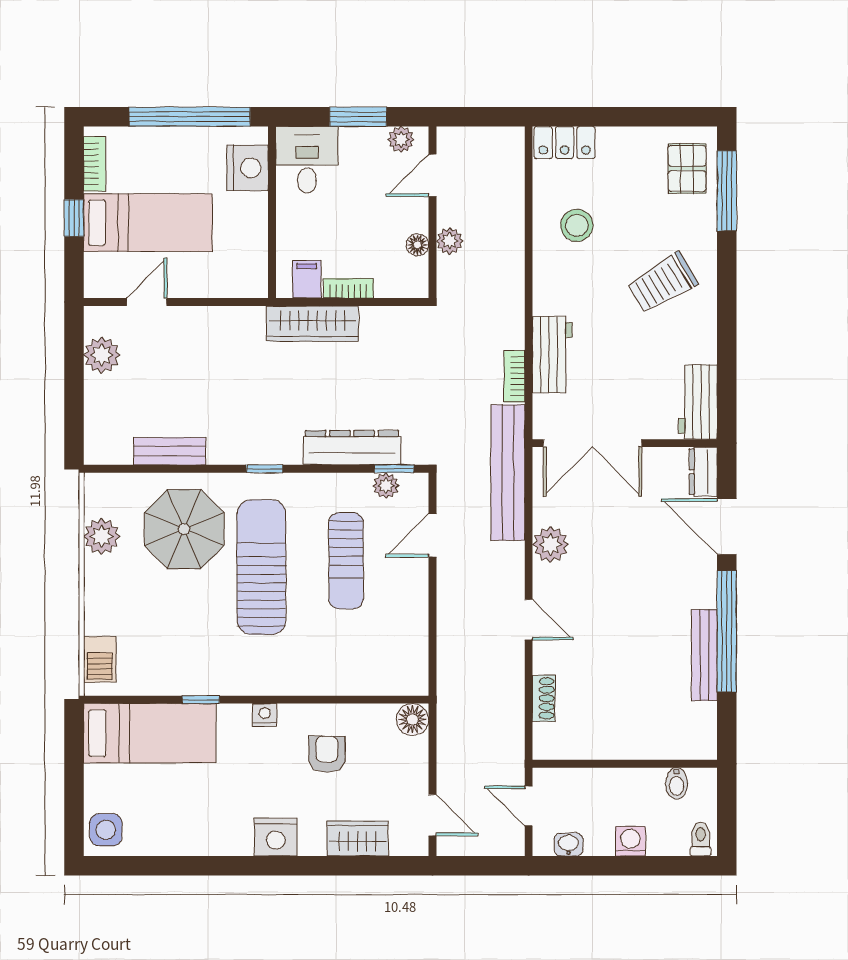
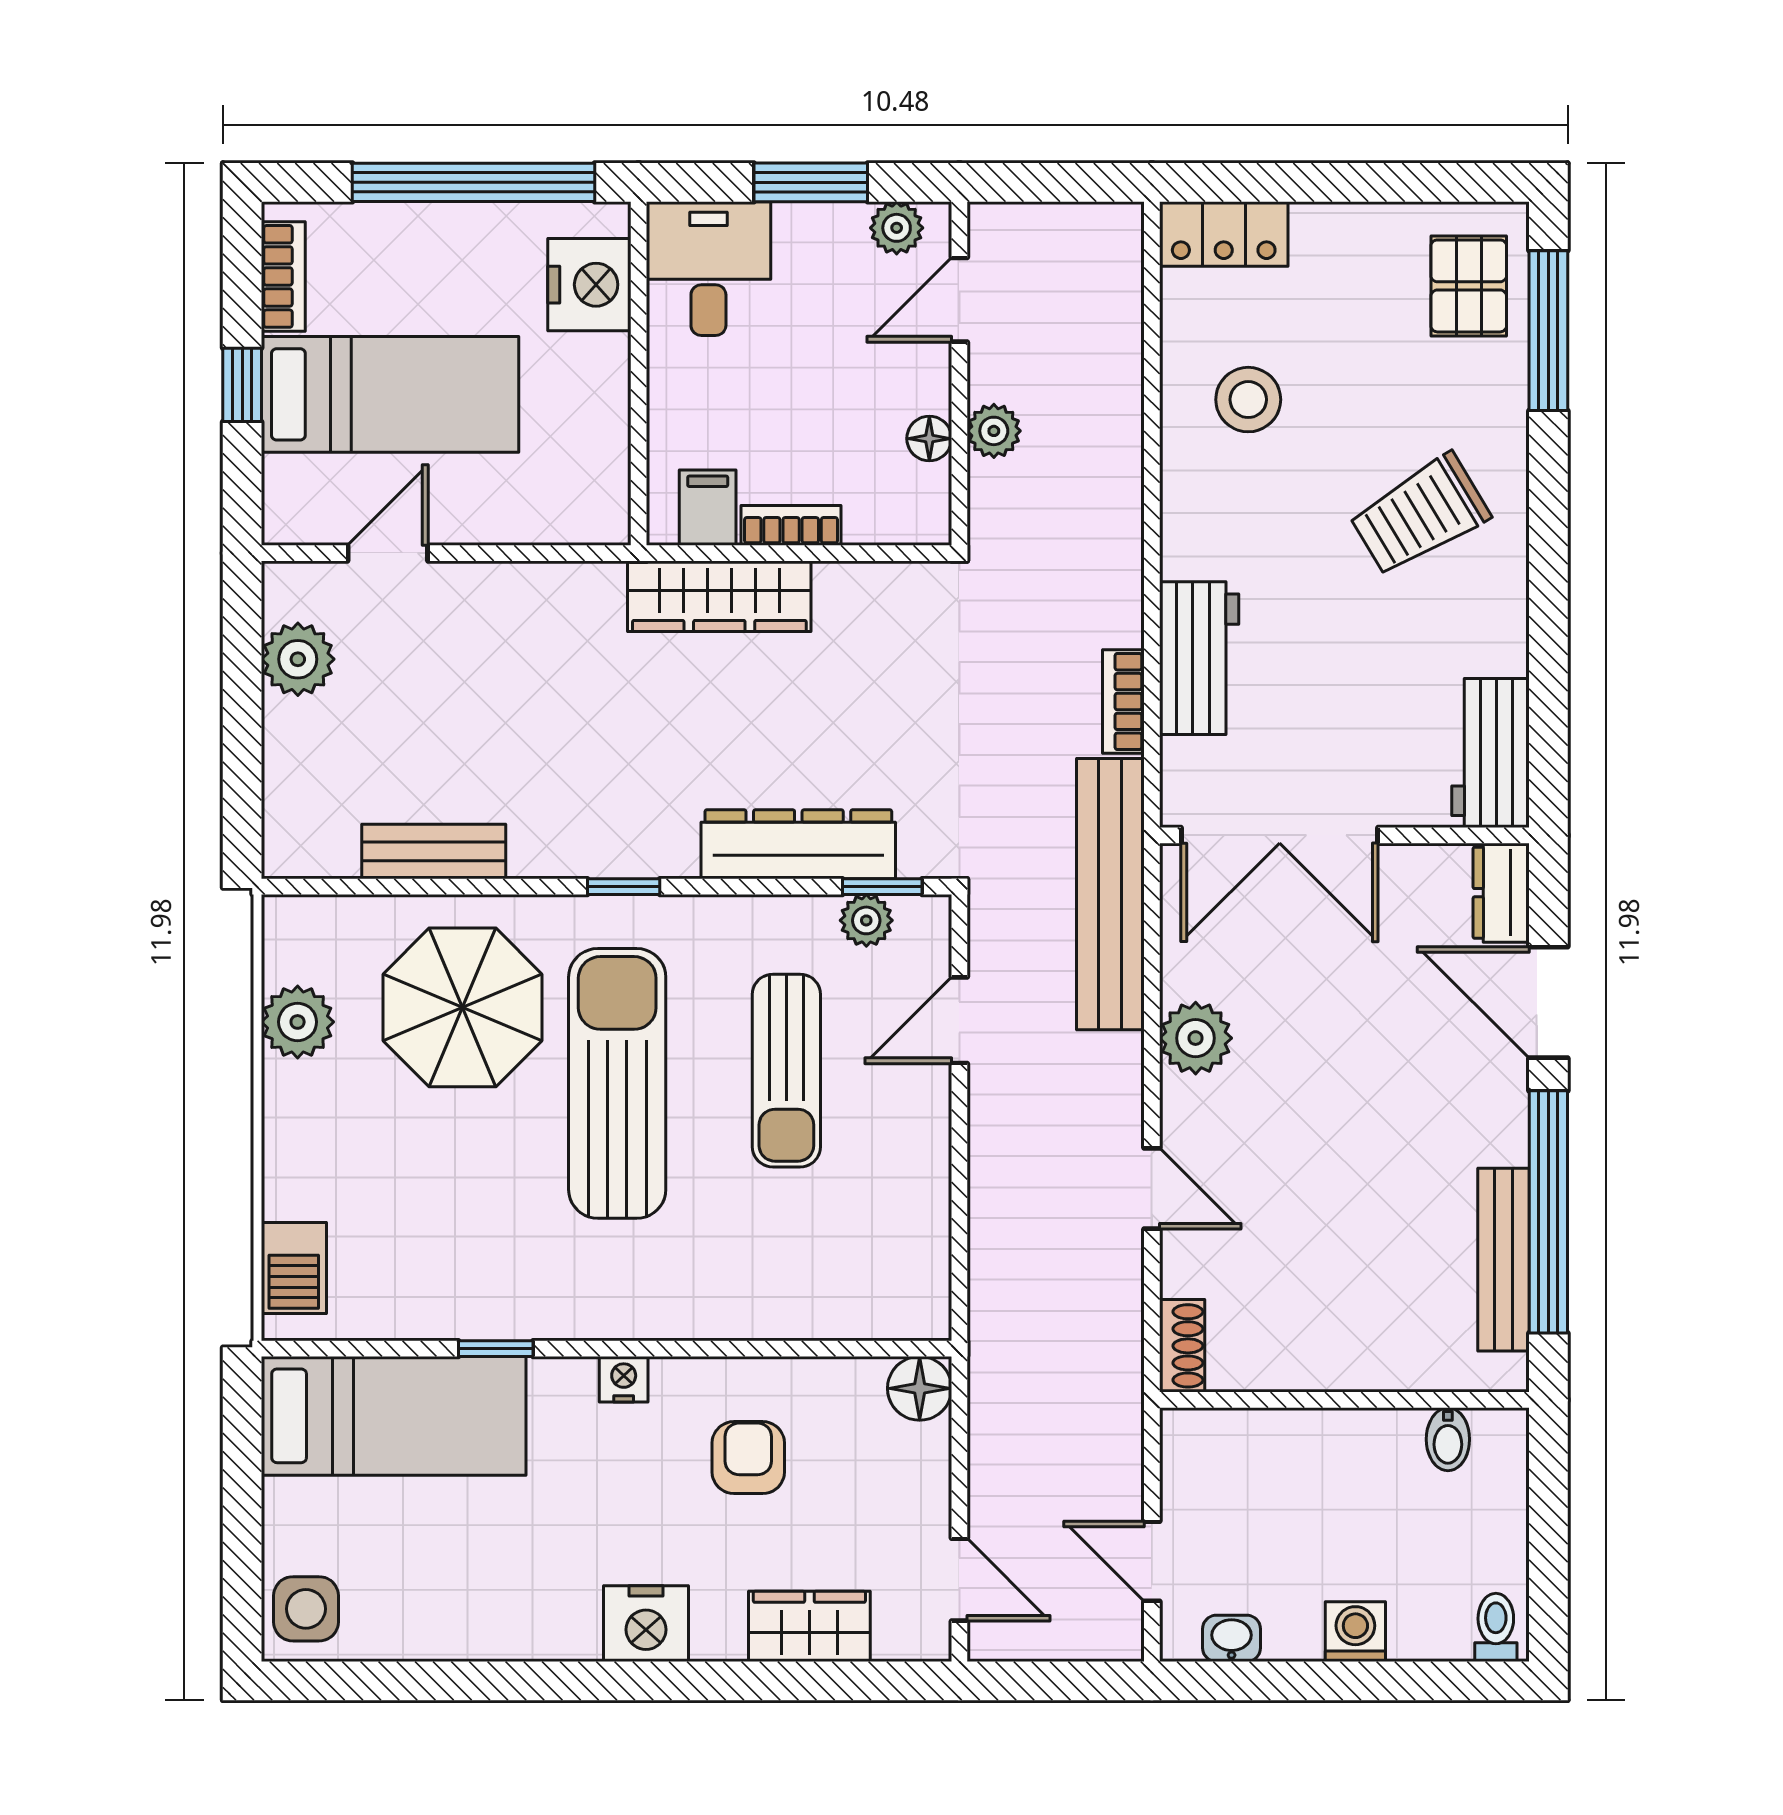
wall: (625, 764) -> (1344, 1400), moved
bidet: (677, 783) -> (1448, 1439), moved

